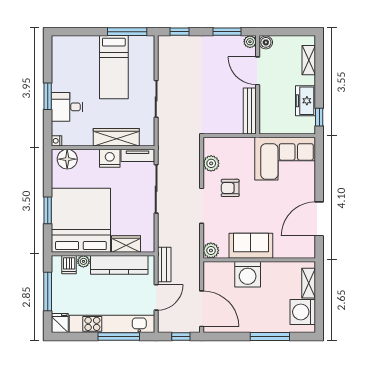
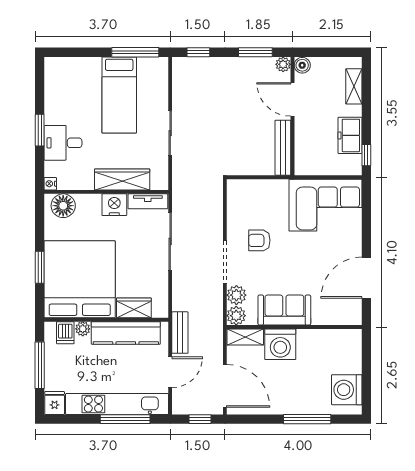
plant: (211, 163) -> (236, 295), moved
shelving: (309, 283) -> (245, 337), moved, turned 90

